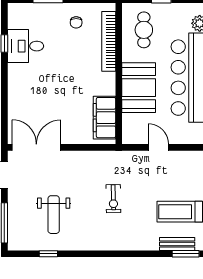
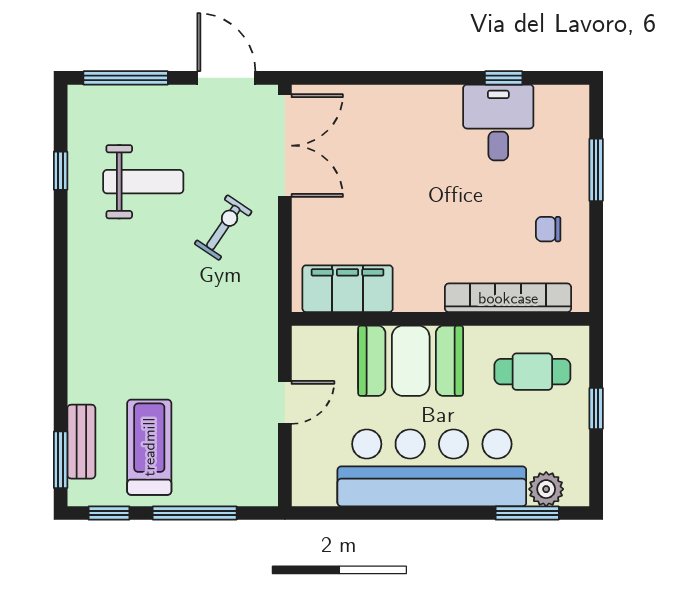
exercise bike: (113, 199) -> (223, 228), moved, turned 125
weight bench: (54, 215) -> (143, 182), turned 180

